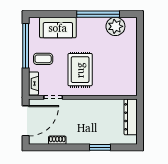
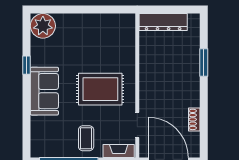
window: (98, 14) -> (26, 65), width x0.32
plant: (115, 26) -> (43, 26), moved
sofa: (58, 28) -> (44, 91), moved

